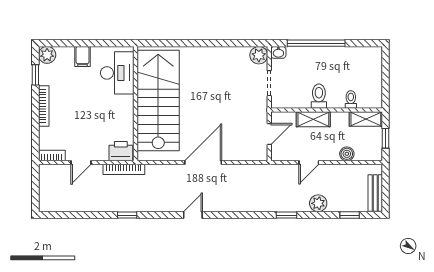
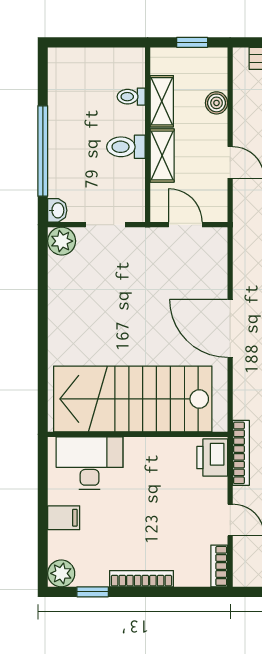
shelving: (366, 119) -> (162, 101), moved

